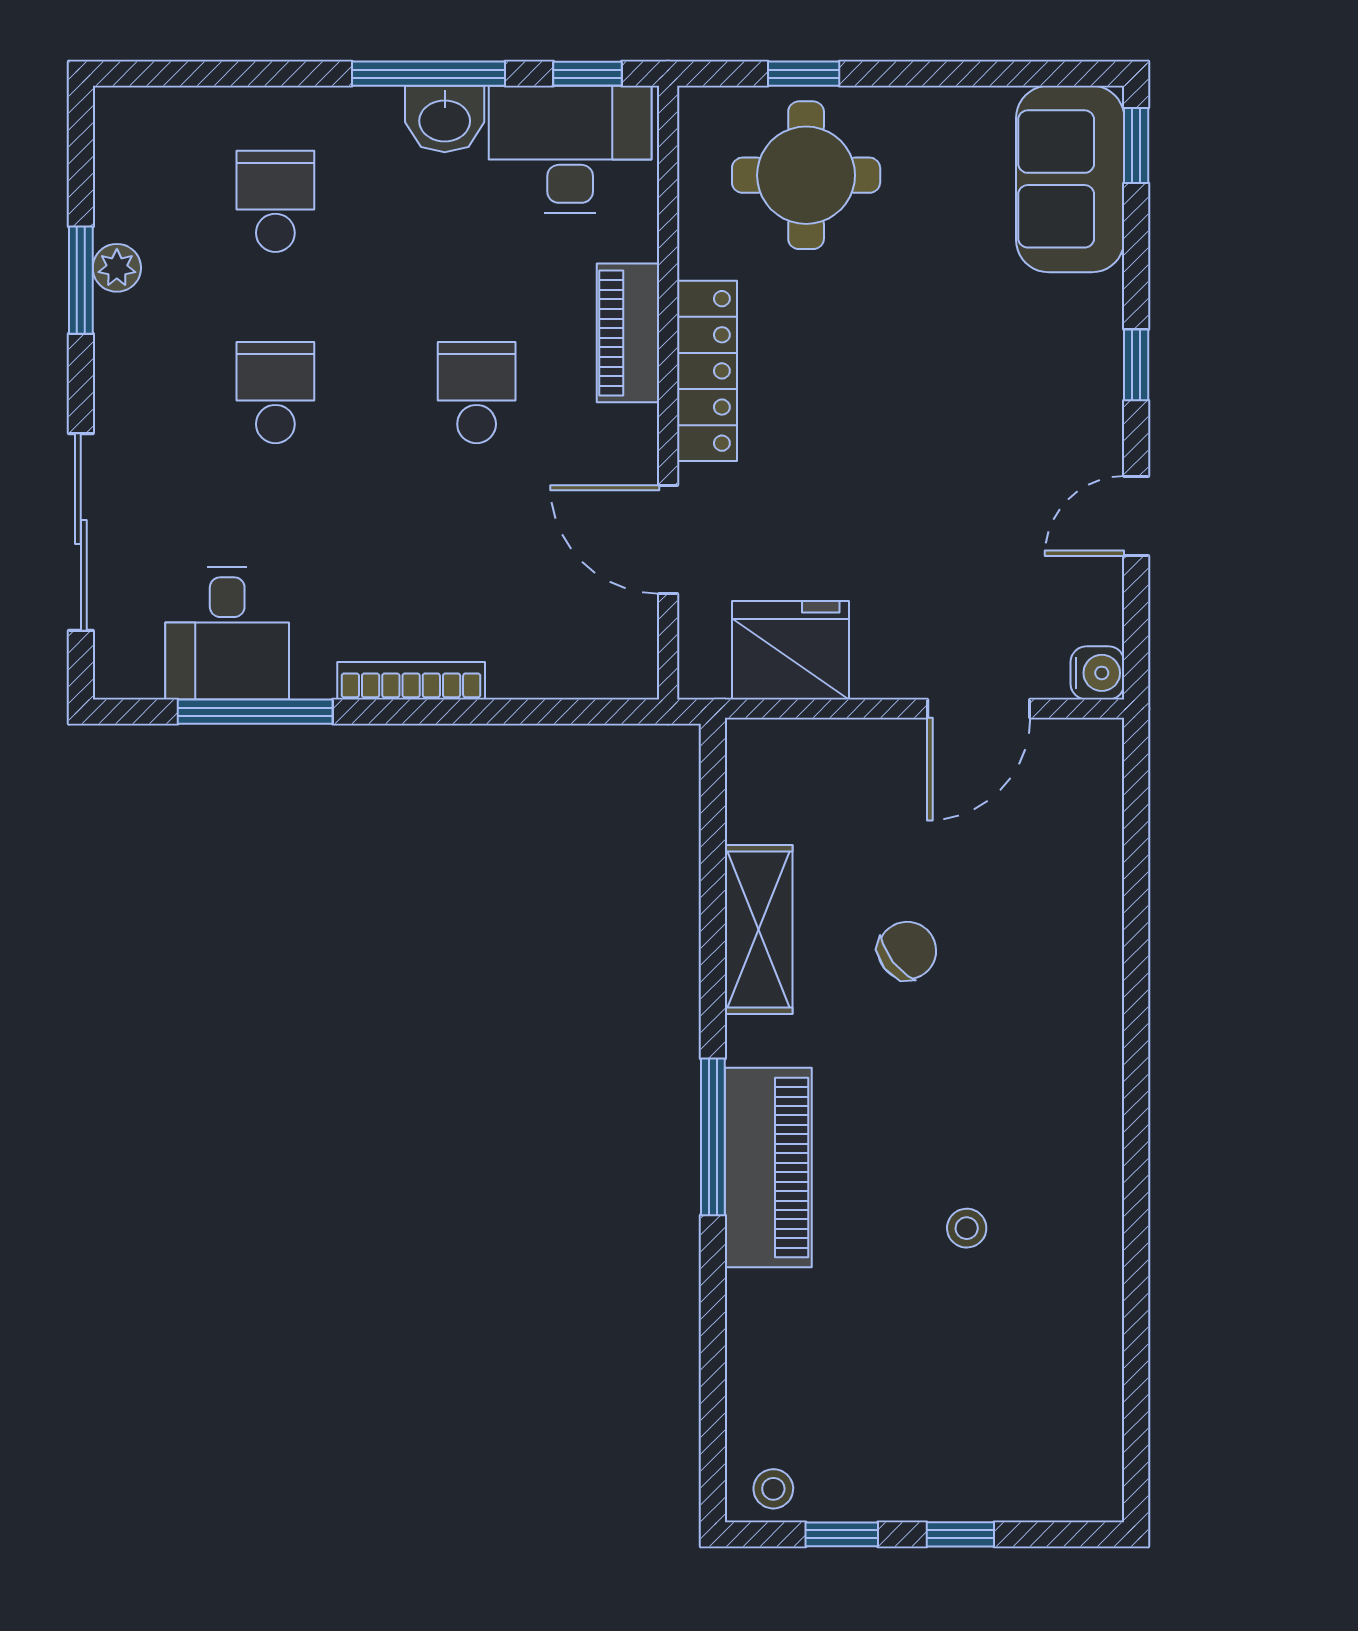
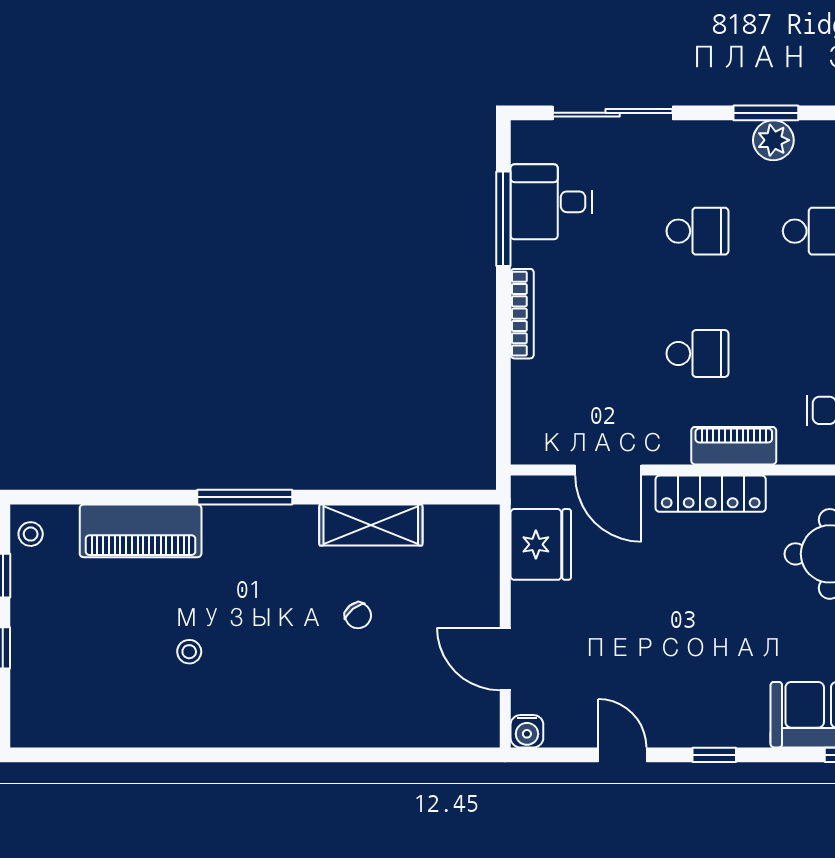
plant: (117, 268) -> (773, 140), width x1.38, depth x1.38
door: (668, 539) -> (608, 470), swing flipped
chair: (907, 951) -> (358, 615), width x0.73, depth x0.73
piano: (768, 1167) -> (141, 531), moved

